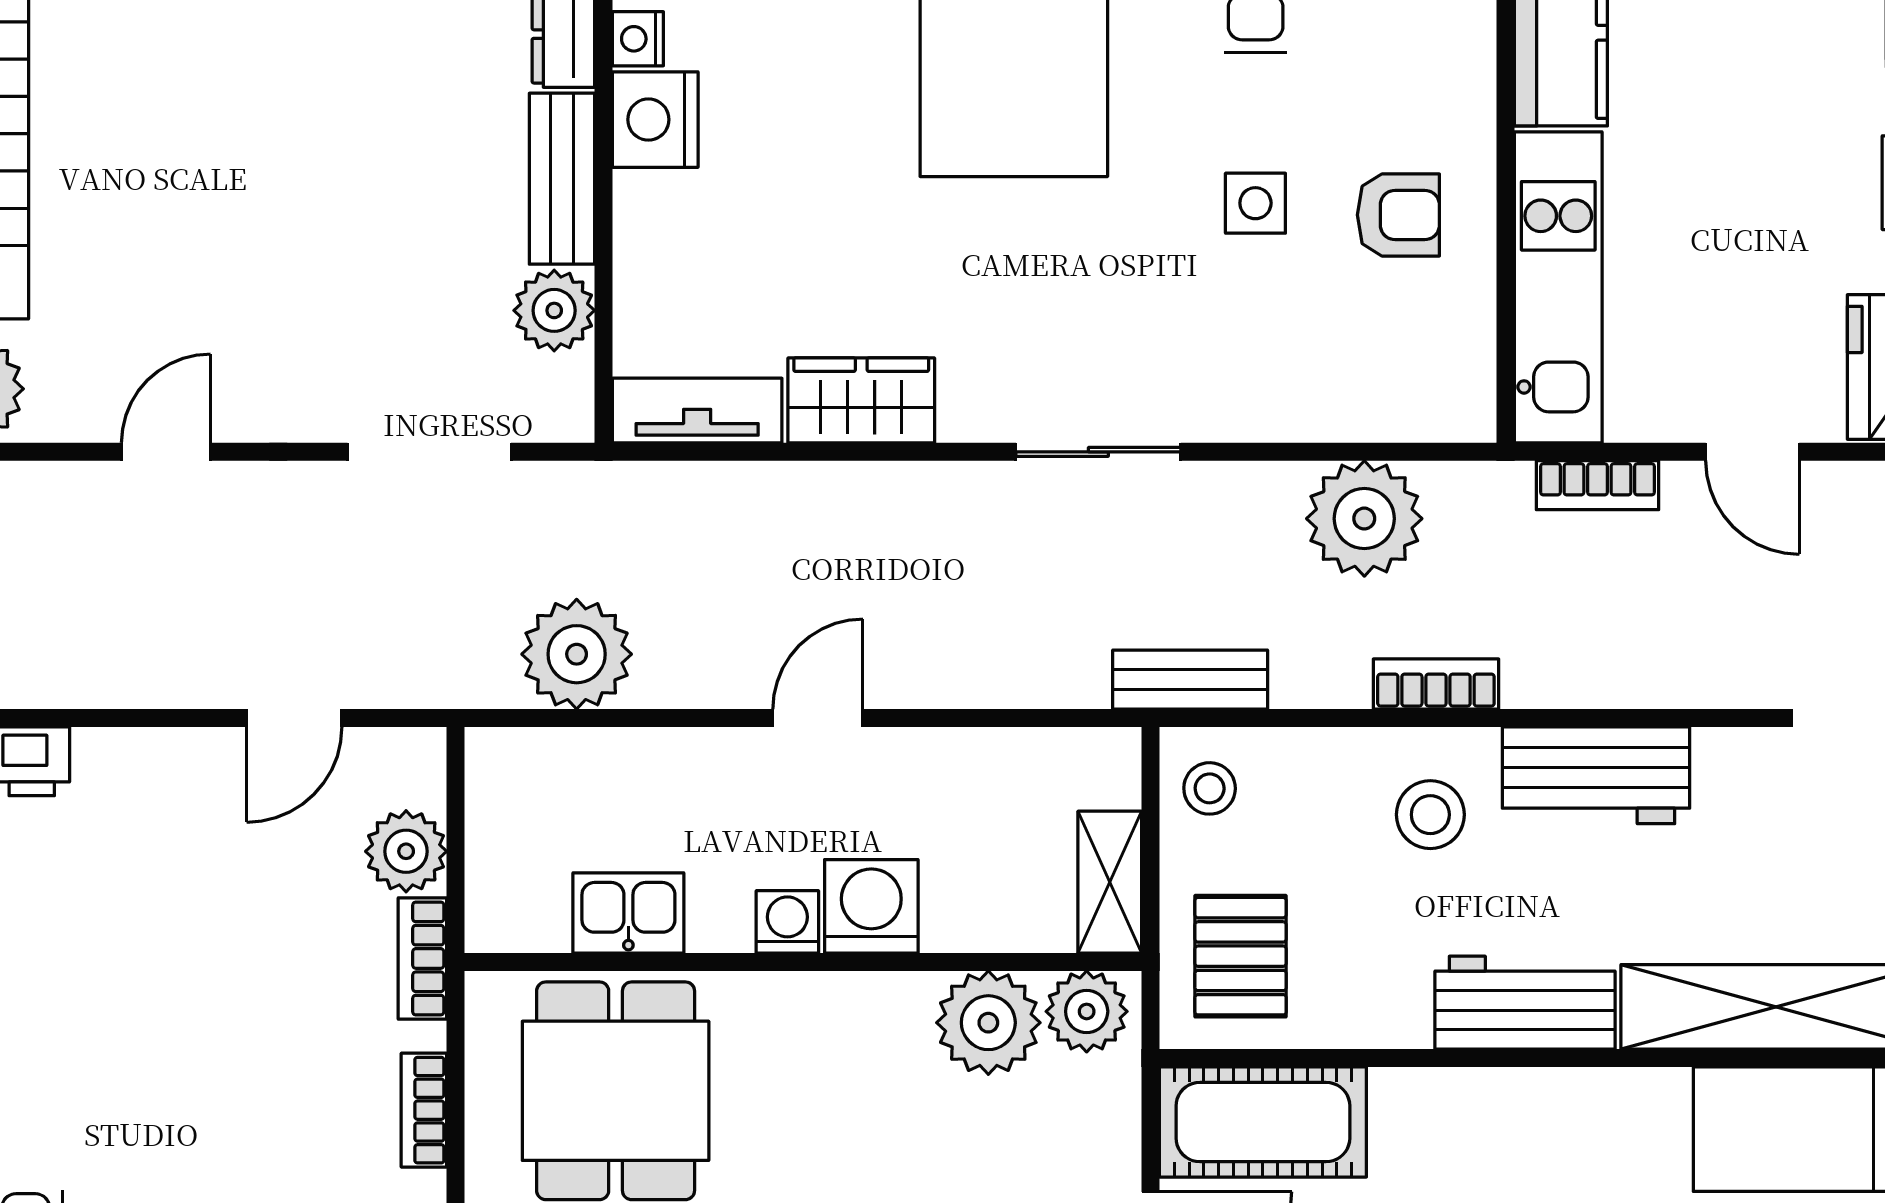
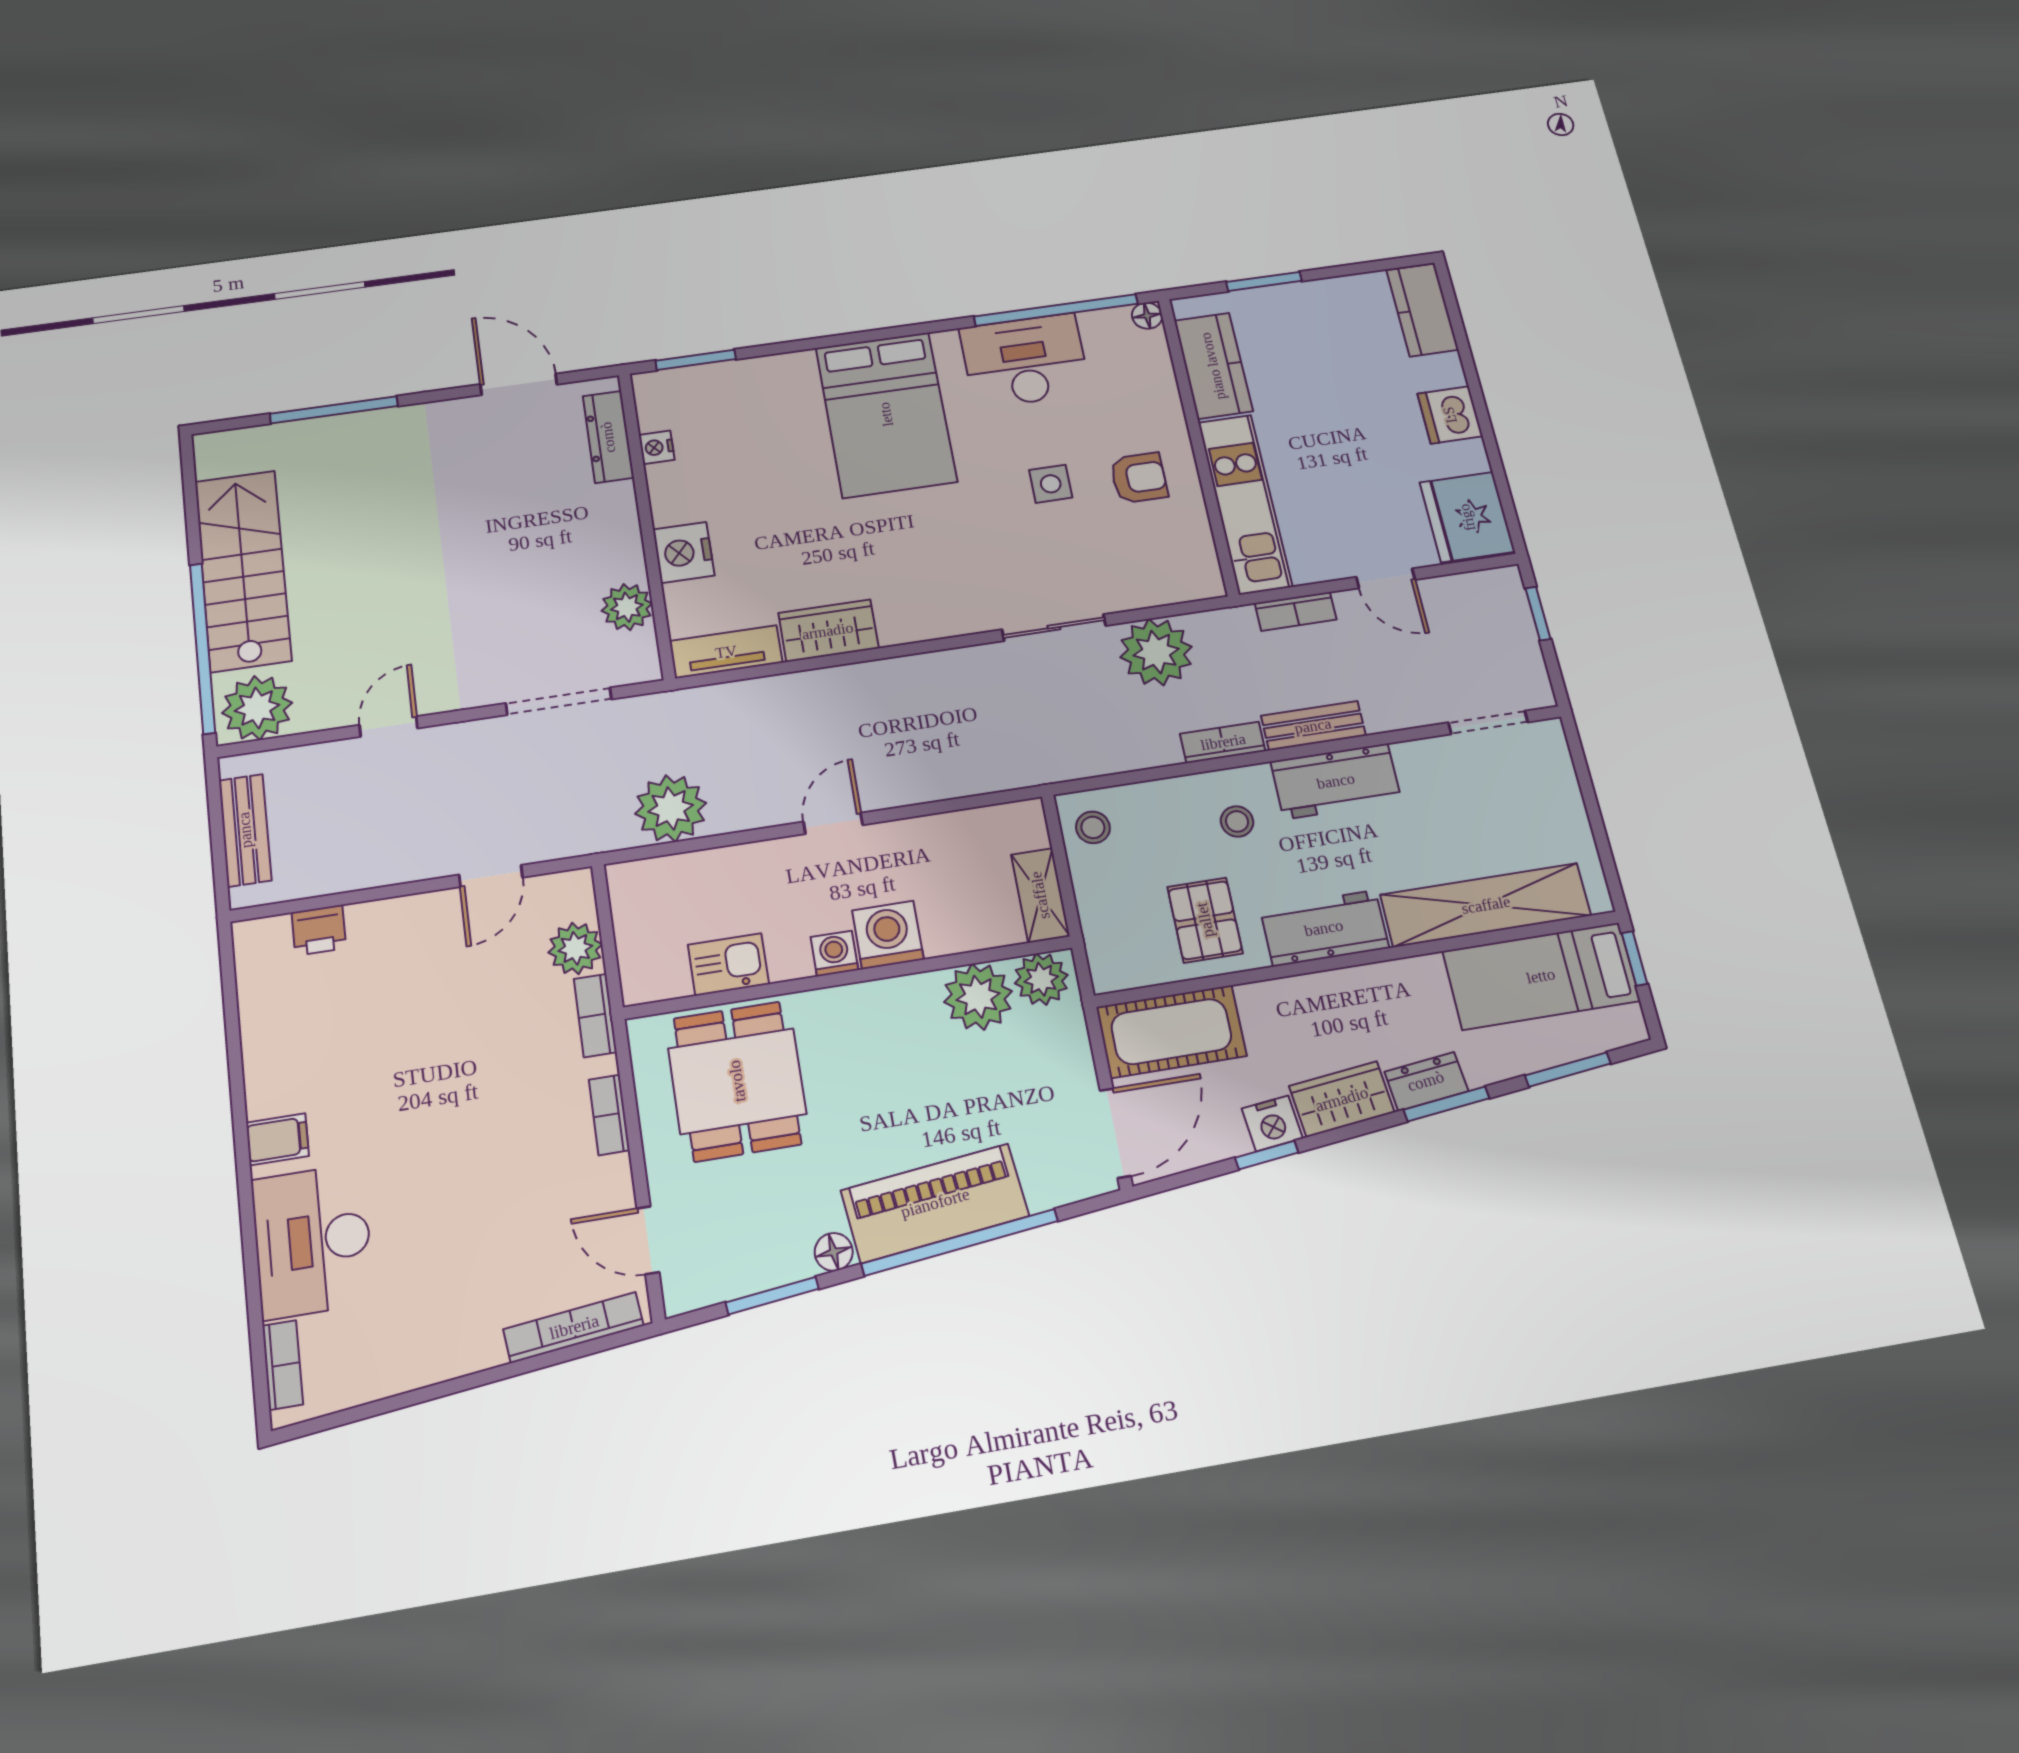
nightstand: (655, 120) -> (684, 552), moved
bench: (562, 179) -> (621, 532), removed
sliding door: (1098, 452) -> (1054, 628), moved
bench: (1190, 680) -> (1313, 726), moved
stool: (1430, 815) -> (1237, 821), width x0.73, depth x0.73
pallet: (1241, 956) -> (1205, 920), moved

